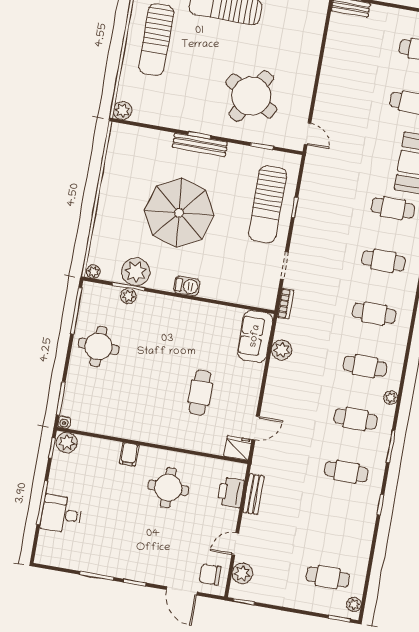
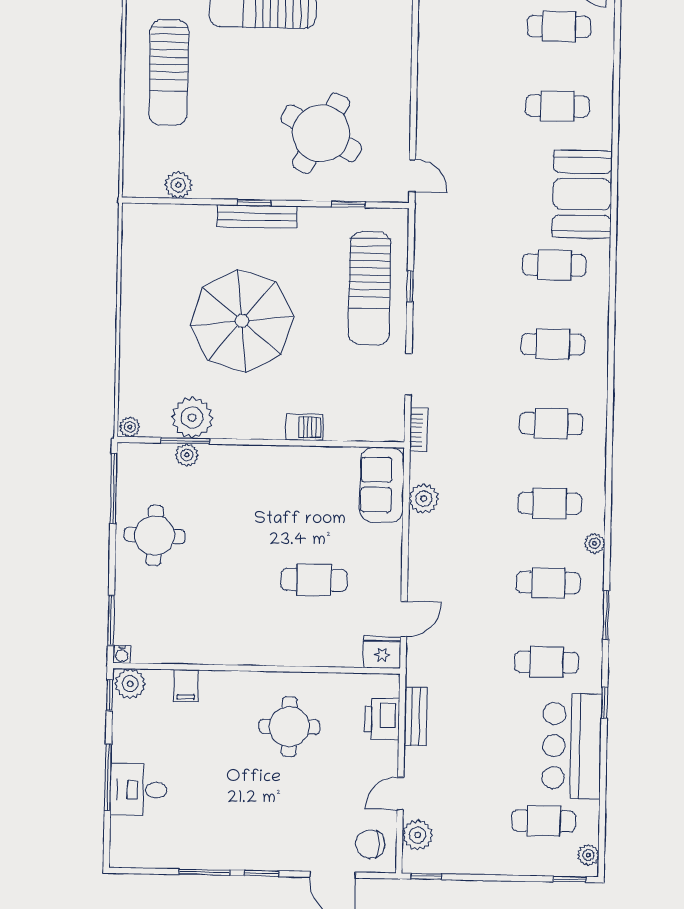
plant: (123, 111) -> (178, 185), moved
barbecue: (187, 286) -> (304, 427), moved
cafe table: (200, 393) -> (314, 580), turned 90
filing cabinet: (129, 454) -> (186, 686), moved
bar counter: (354, 530) -> (572, 746), added

